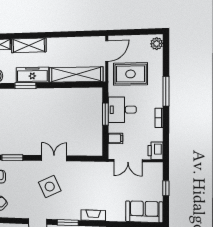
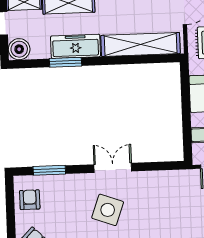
window: (105, 114) -> (186, 101), removed
side table: (50, 187) -> (108, 210), turned 45

